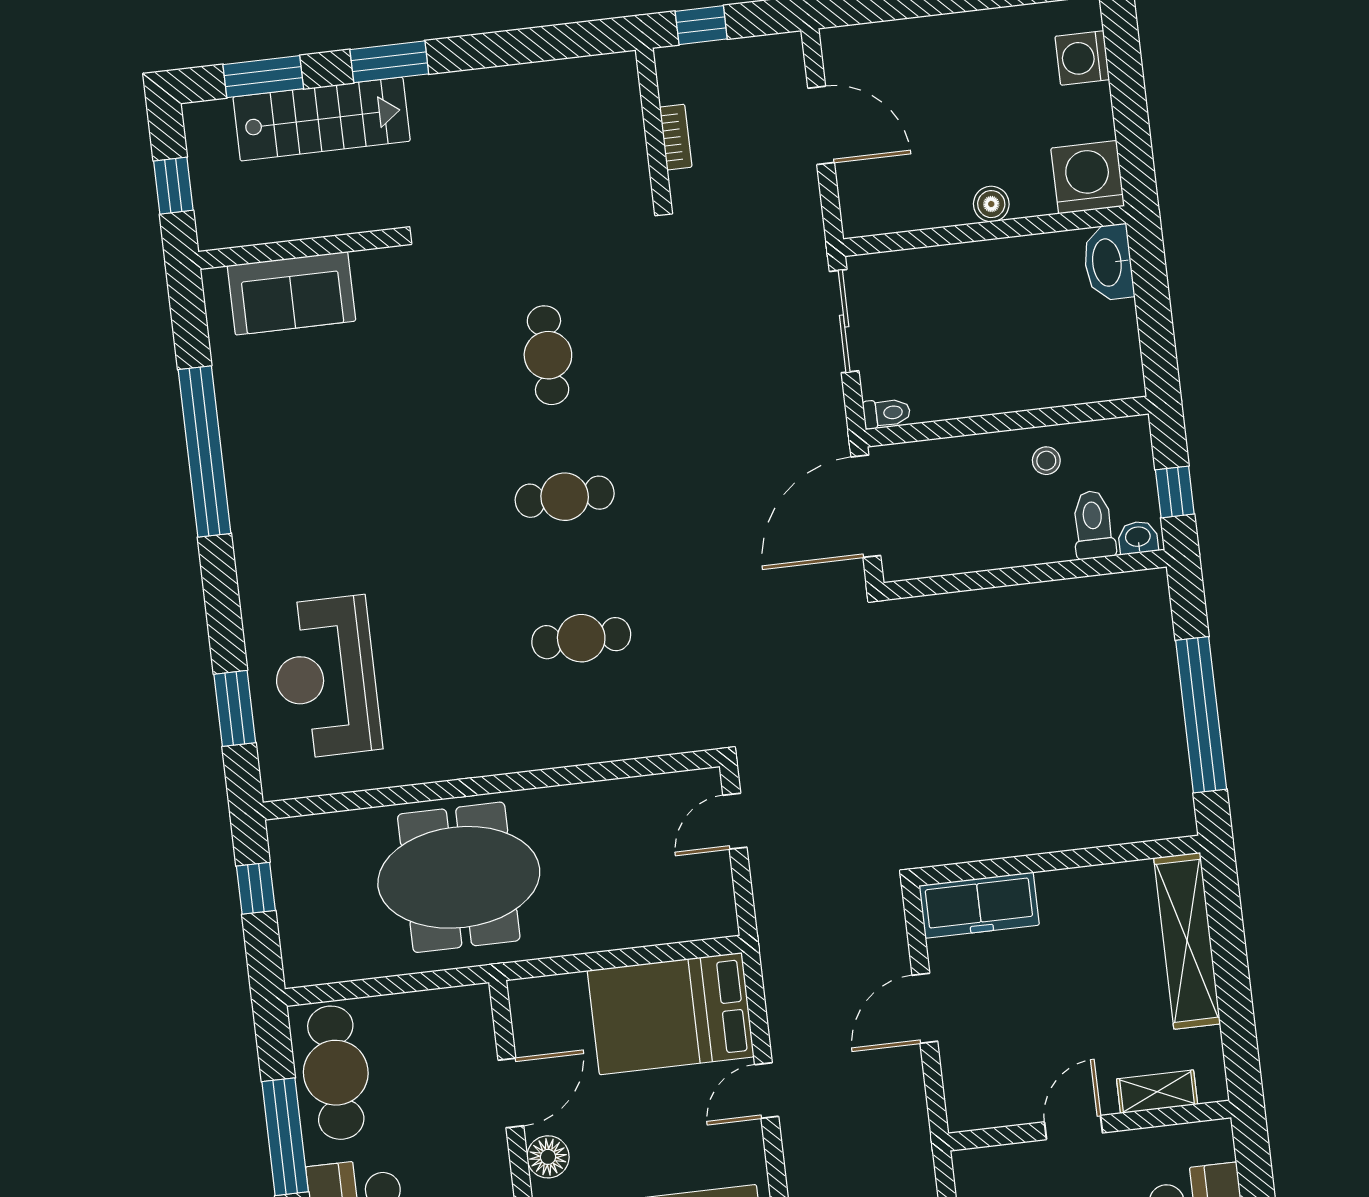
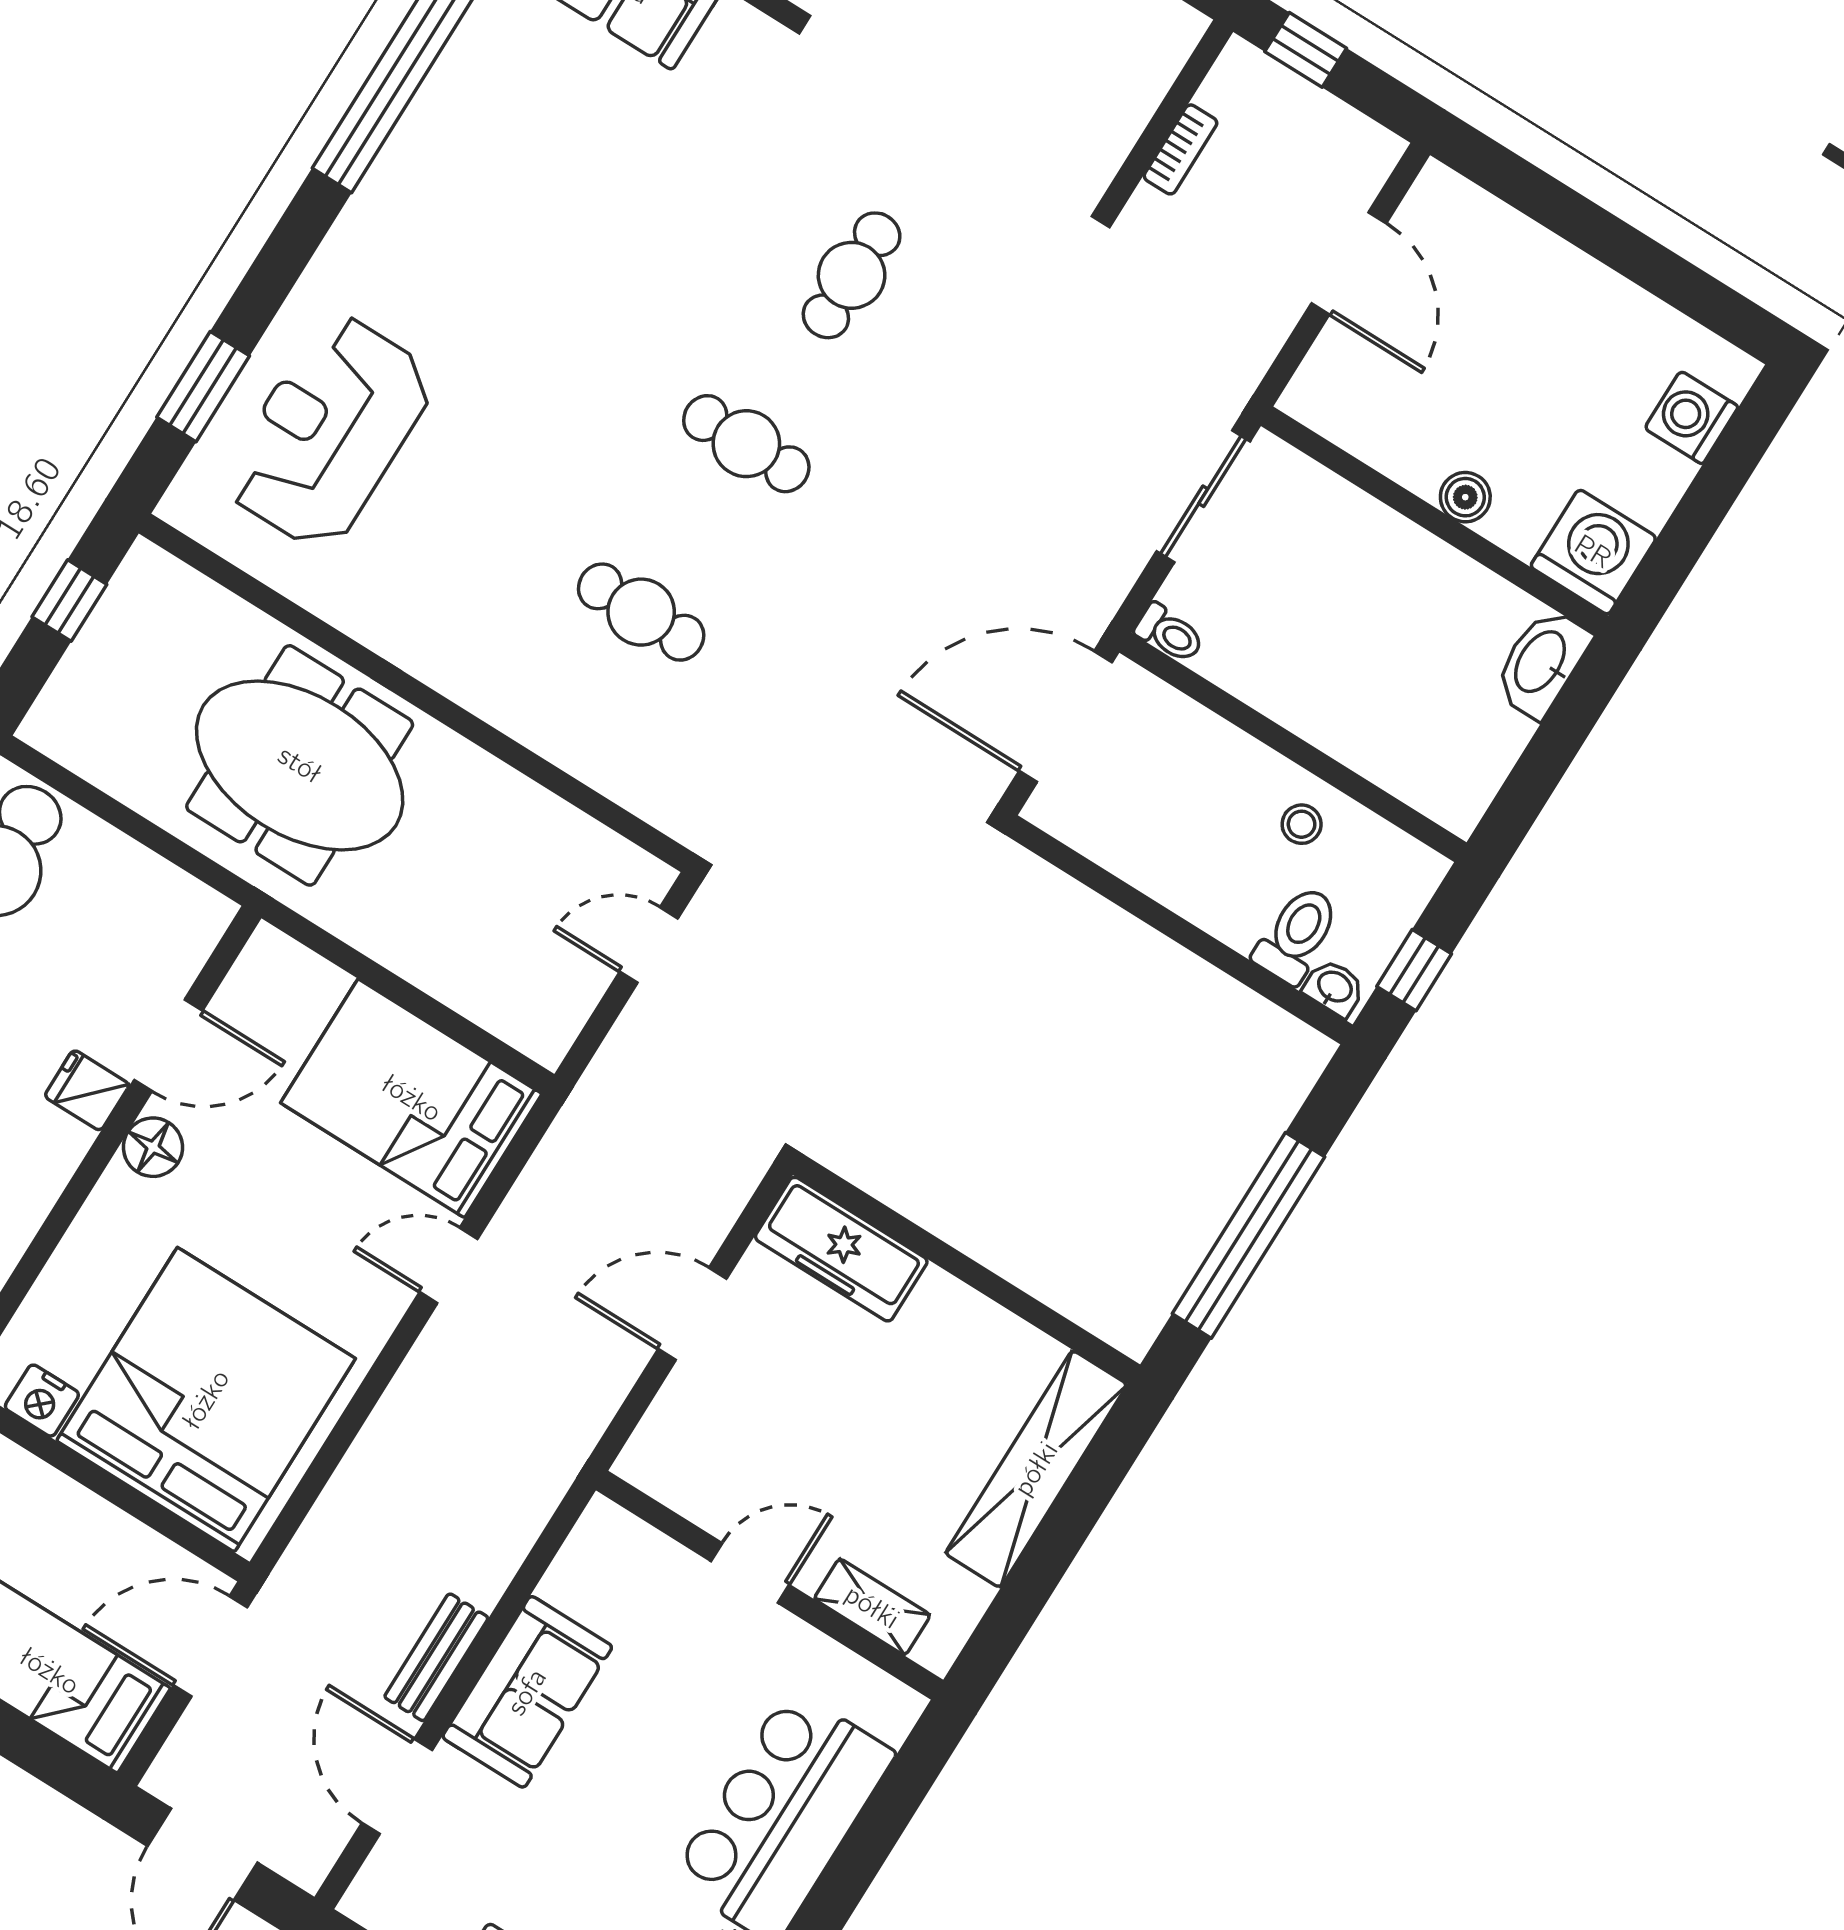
fridge: (485, 1155) -> (87, 1090), added

